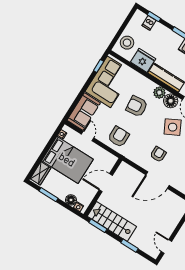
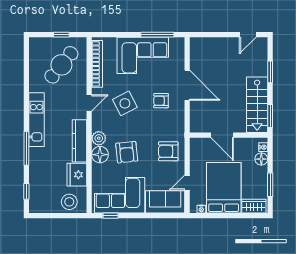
dishwasher: (149, 23) -> (36, 192), removed
floor lamp: (171, 101) -> (100, 155), moved

